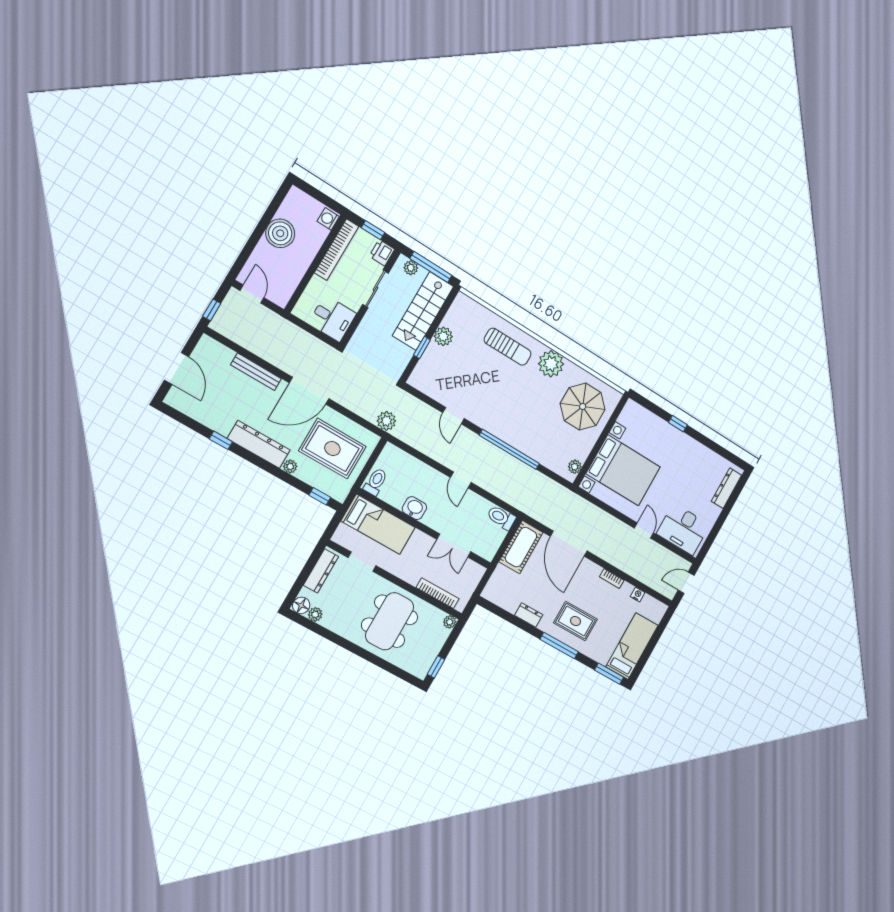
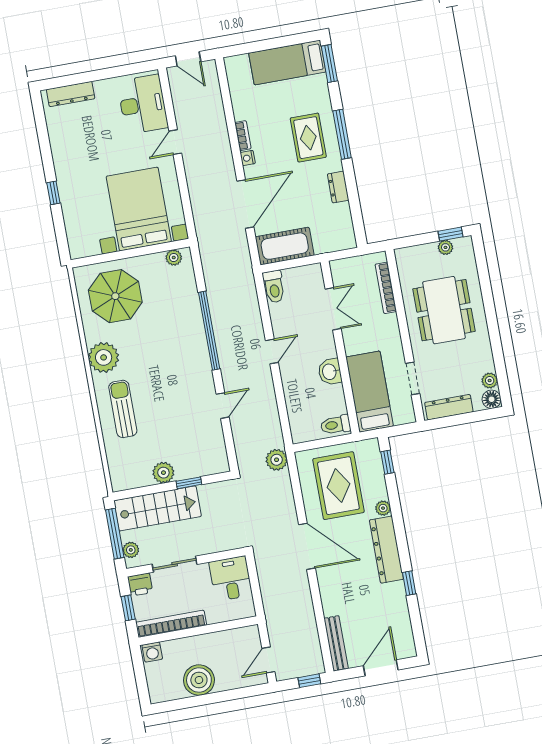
bench: (256, 372) -> (336, 643), moved
nightstand: (638, 594) -> (248, 158), moved
dining table: (390, 621) -> (444, 310), turned 90
plant: (450, 622) -> (445, 247), moved

